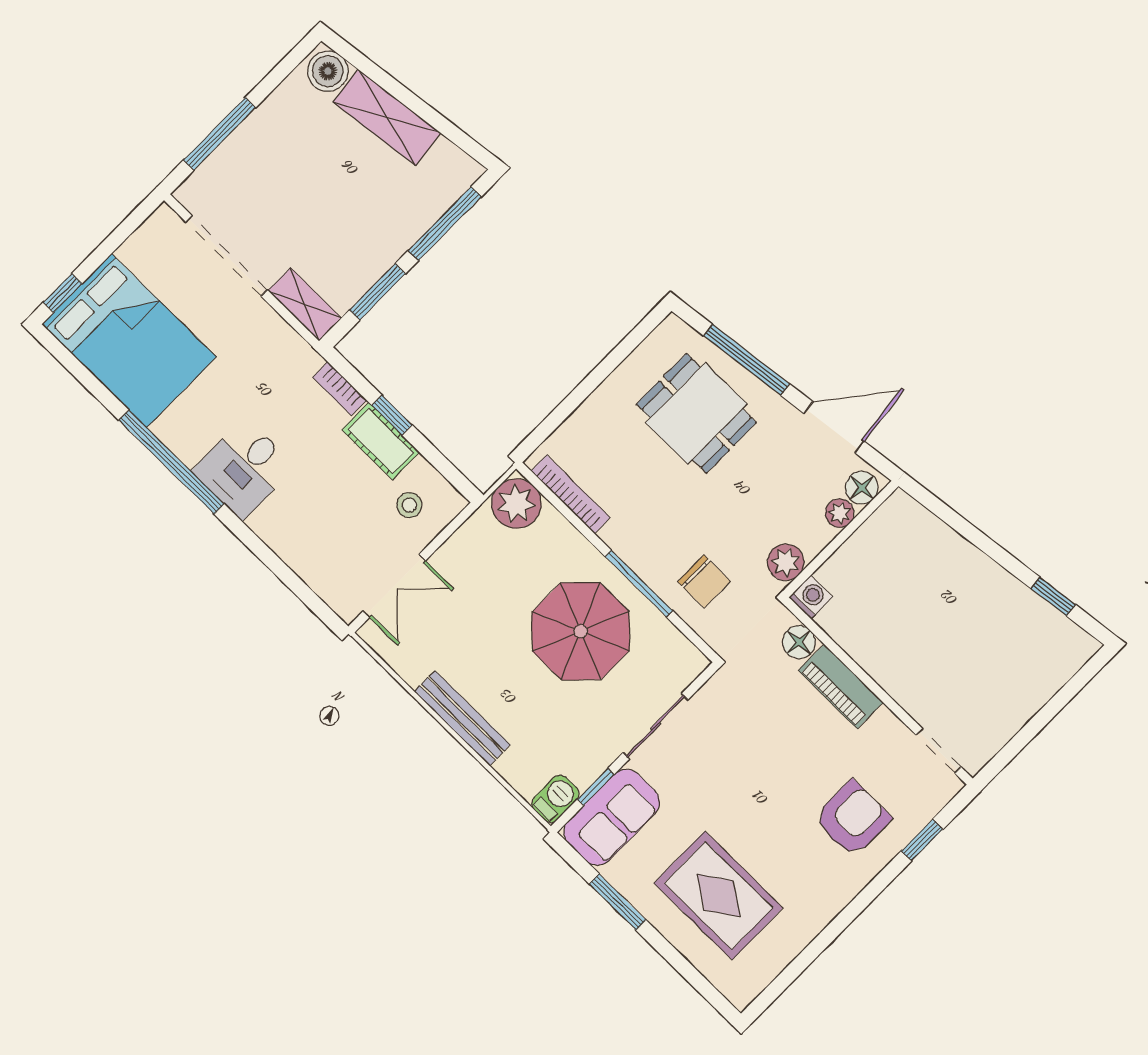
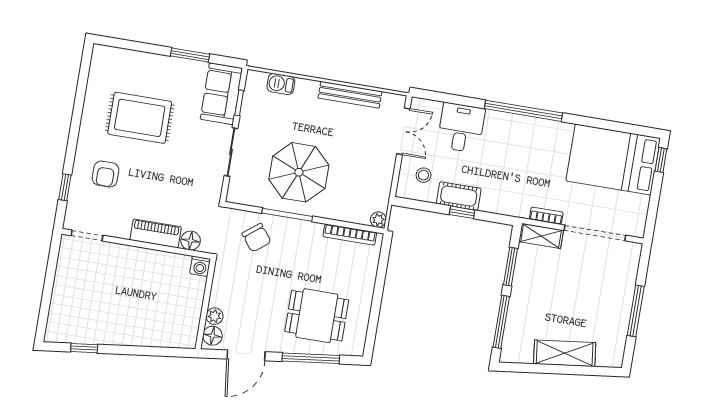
boiler: (328, 71) -> (609, 356), removed
window: (220, 134) -> (636, 311), moved
bookcase: (340, 389) -> (546, 216), moved
window: (172, 462) -> (524, 111), moved
desk: (244, 469) -> (461, 128), moved
plant: (516, 504) -> (378, 220), width x0.53, depth x0.53
plant: (786, 562) -> (224, 274), removed
chair: (704, 581) -> (257, 238), turned -128
double door: (394, 586) -> (403, 131), swing flipped
bench: (462, 718) -> (350, 95), moved
barbecue: (555, 799) -> (281, 84), moved, turned 90
armchair: (852, 819) -> (105, 174), width x0.72, depth x0.72
rug: (718, 896) -> (140, 118), moved

